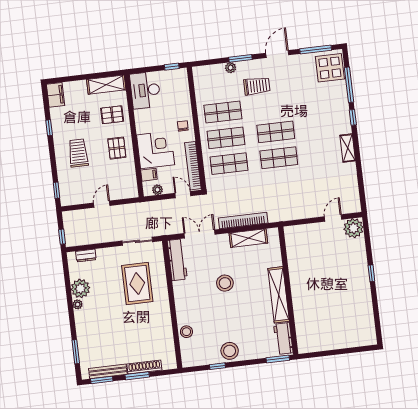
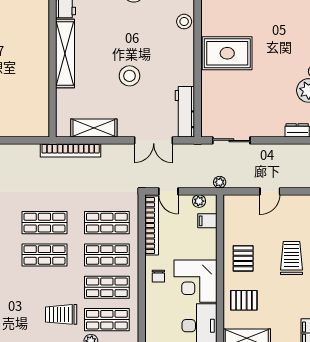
shop shelf: (220, 86) -> (107, 320), added
corner desk: (156, 150) -> (196, 281), moved
trolley: (78, 153) -> (291, 258), turned 180
plant: (143, 207) -> (220, 182), added
bookcase: (243, 221) -> (71, 150), moved
rug: (137, 283) -> (227, 53), moved, turned 90

